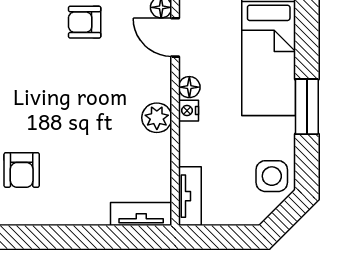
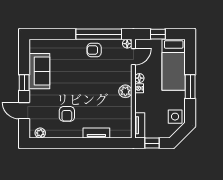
door: (175, 37) -> (133, 57), swing flipped
tv unit: (141, 214) -> (96, 133), moved
window: (218, 237) -> (152, 143), added

